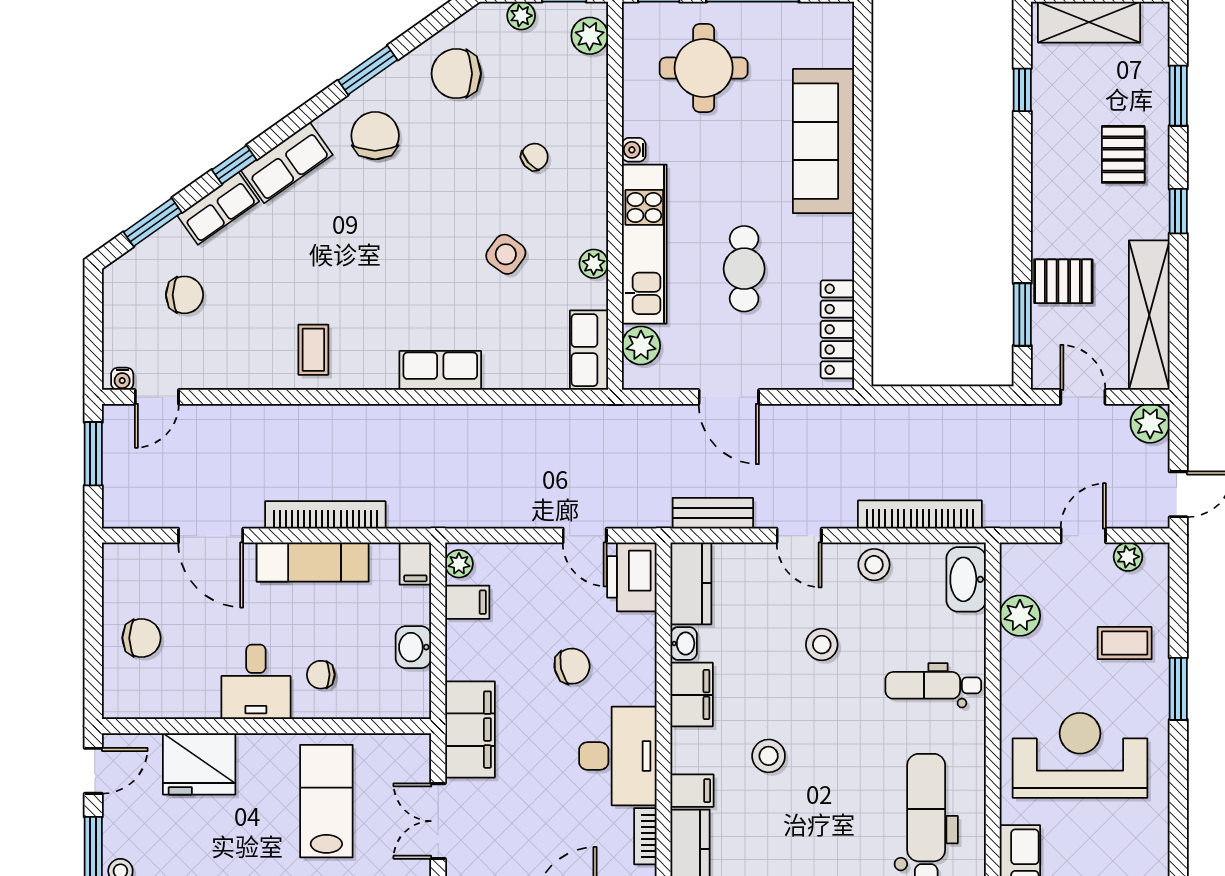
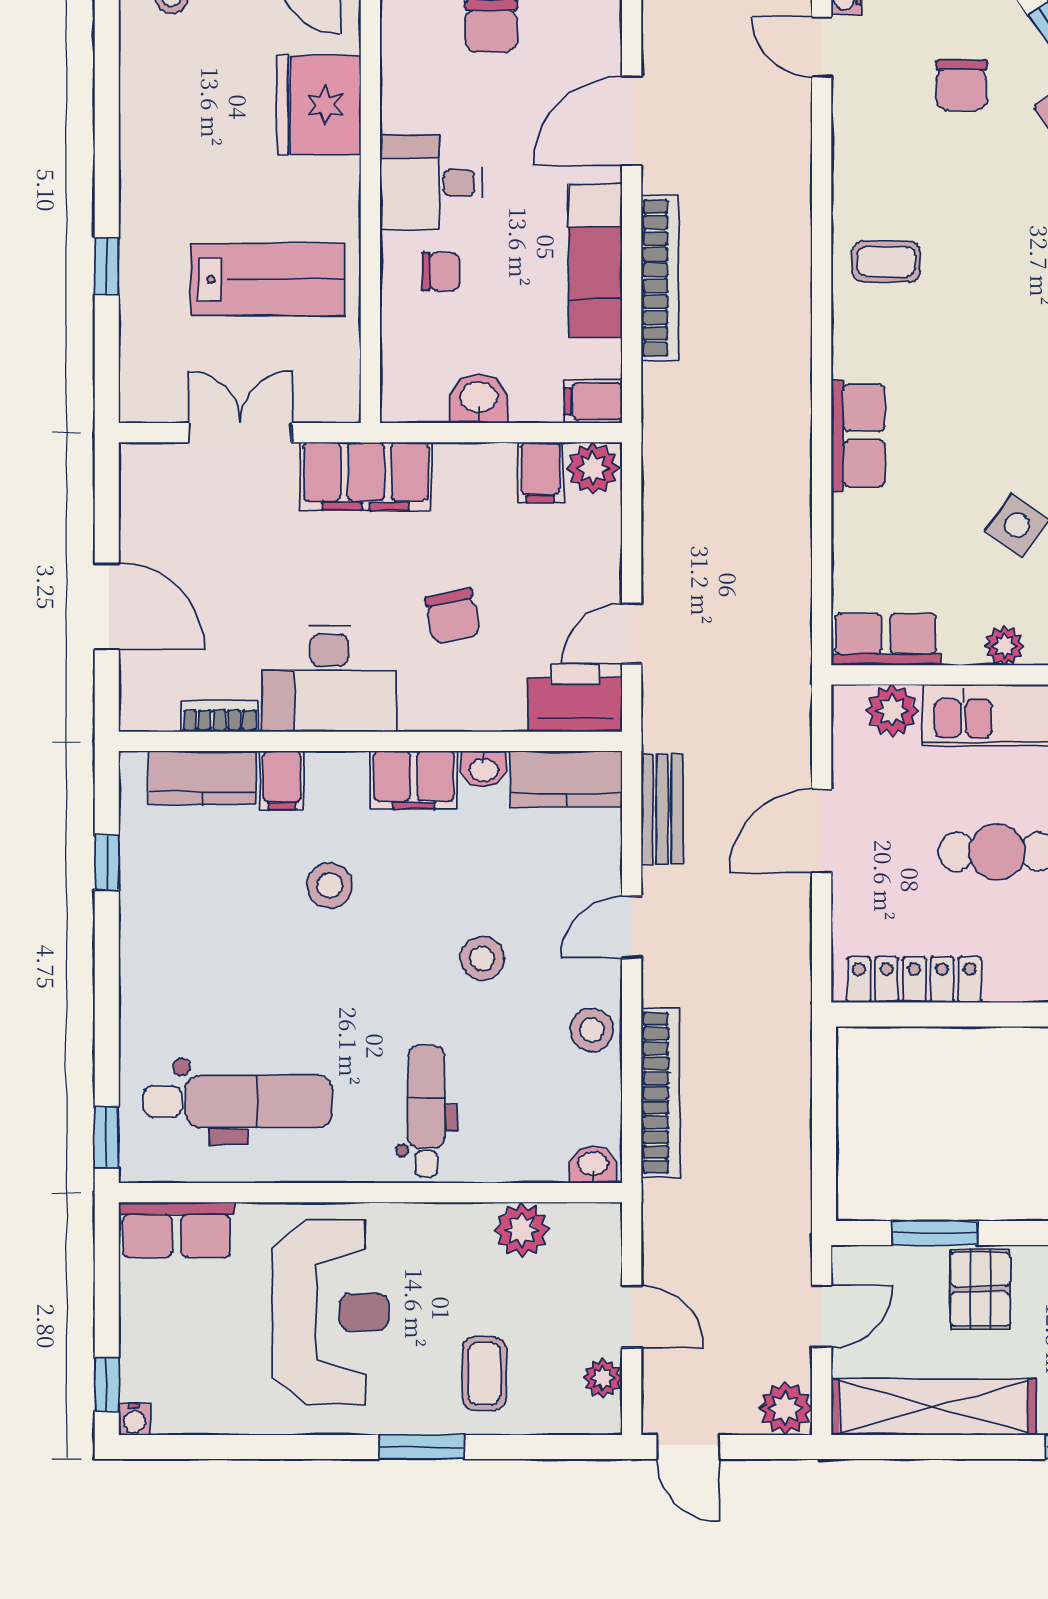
plant: (459, 564) -> (593, 468), width x1.38, depth x1.38
washbasin: (966, 579) -> (593, 1165), width x0.52, depth x0.69
chair: (321, 675) -> (441, 272), turned 90

